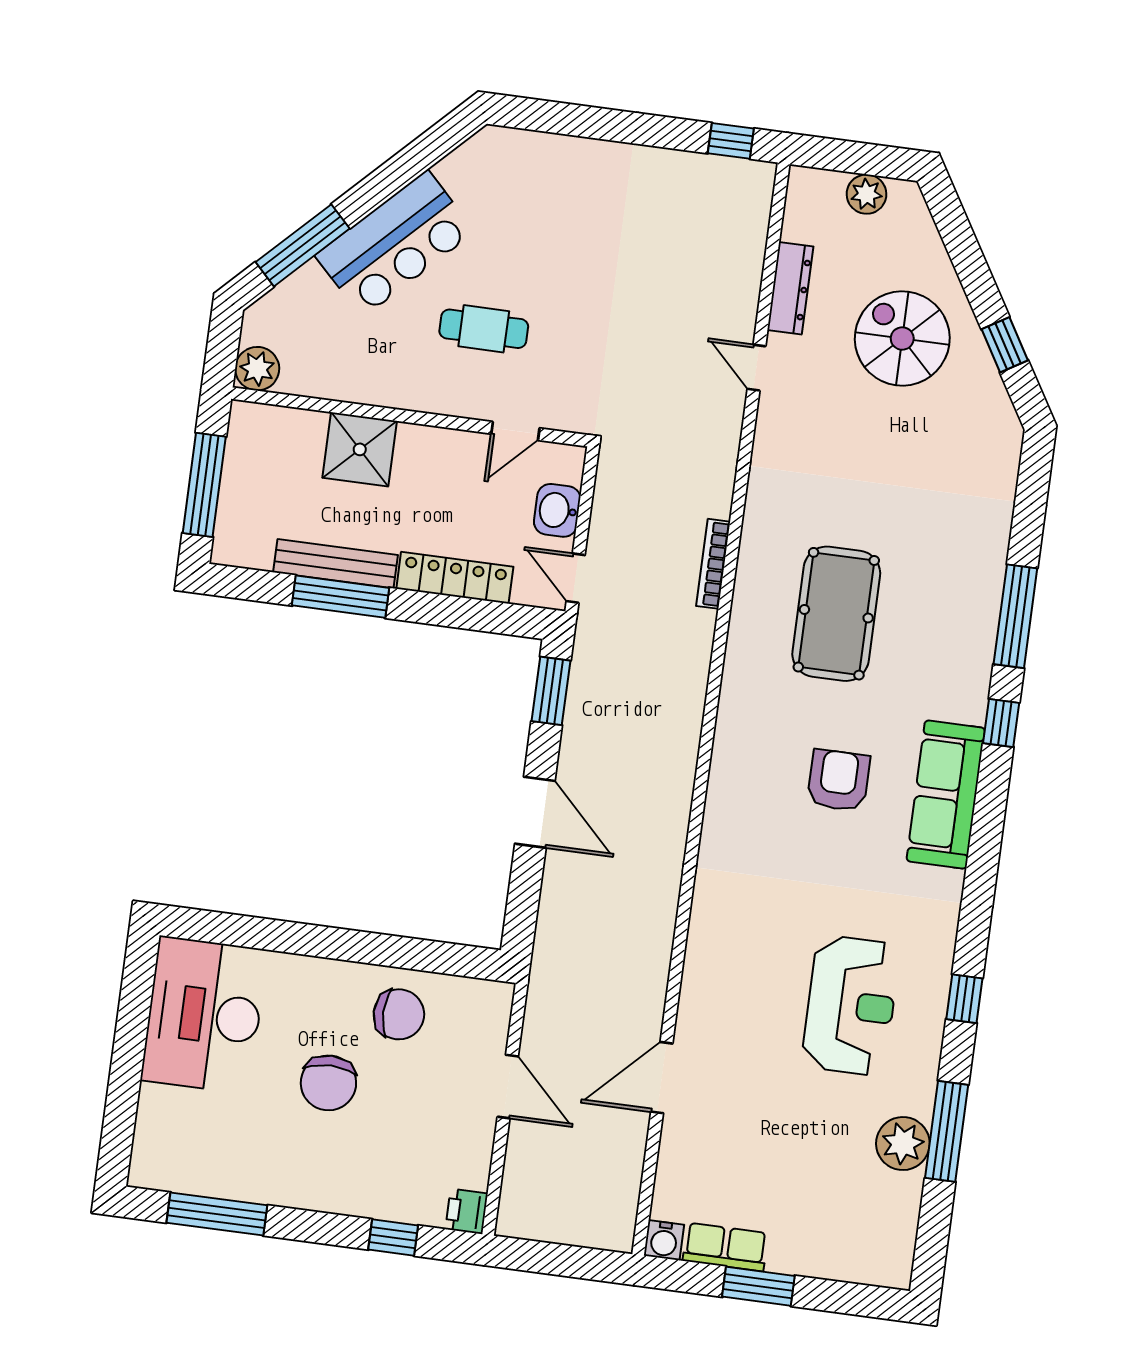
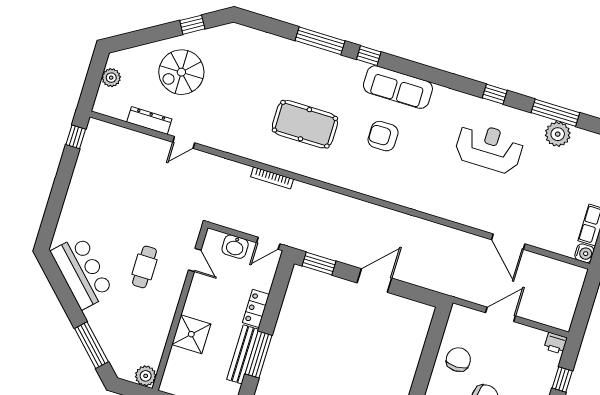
bar counter: (395, 244) -> (82, 272), moved
locker: (455, 578) -> (256, 309), width x0.66

